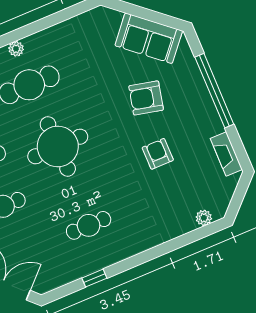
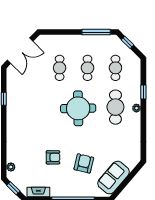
window: (238, 199) -> (13, 188), added
cafe table: (89, 225) -> (32, 107), removed

